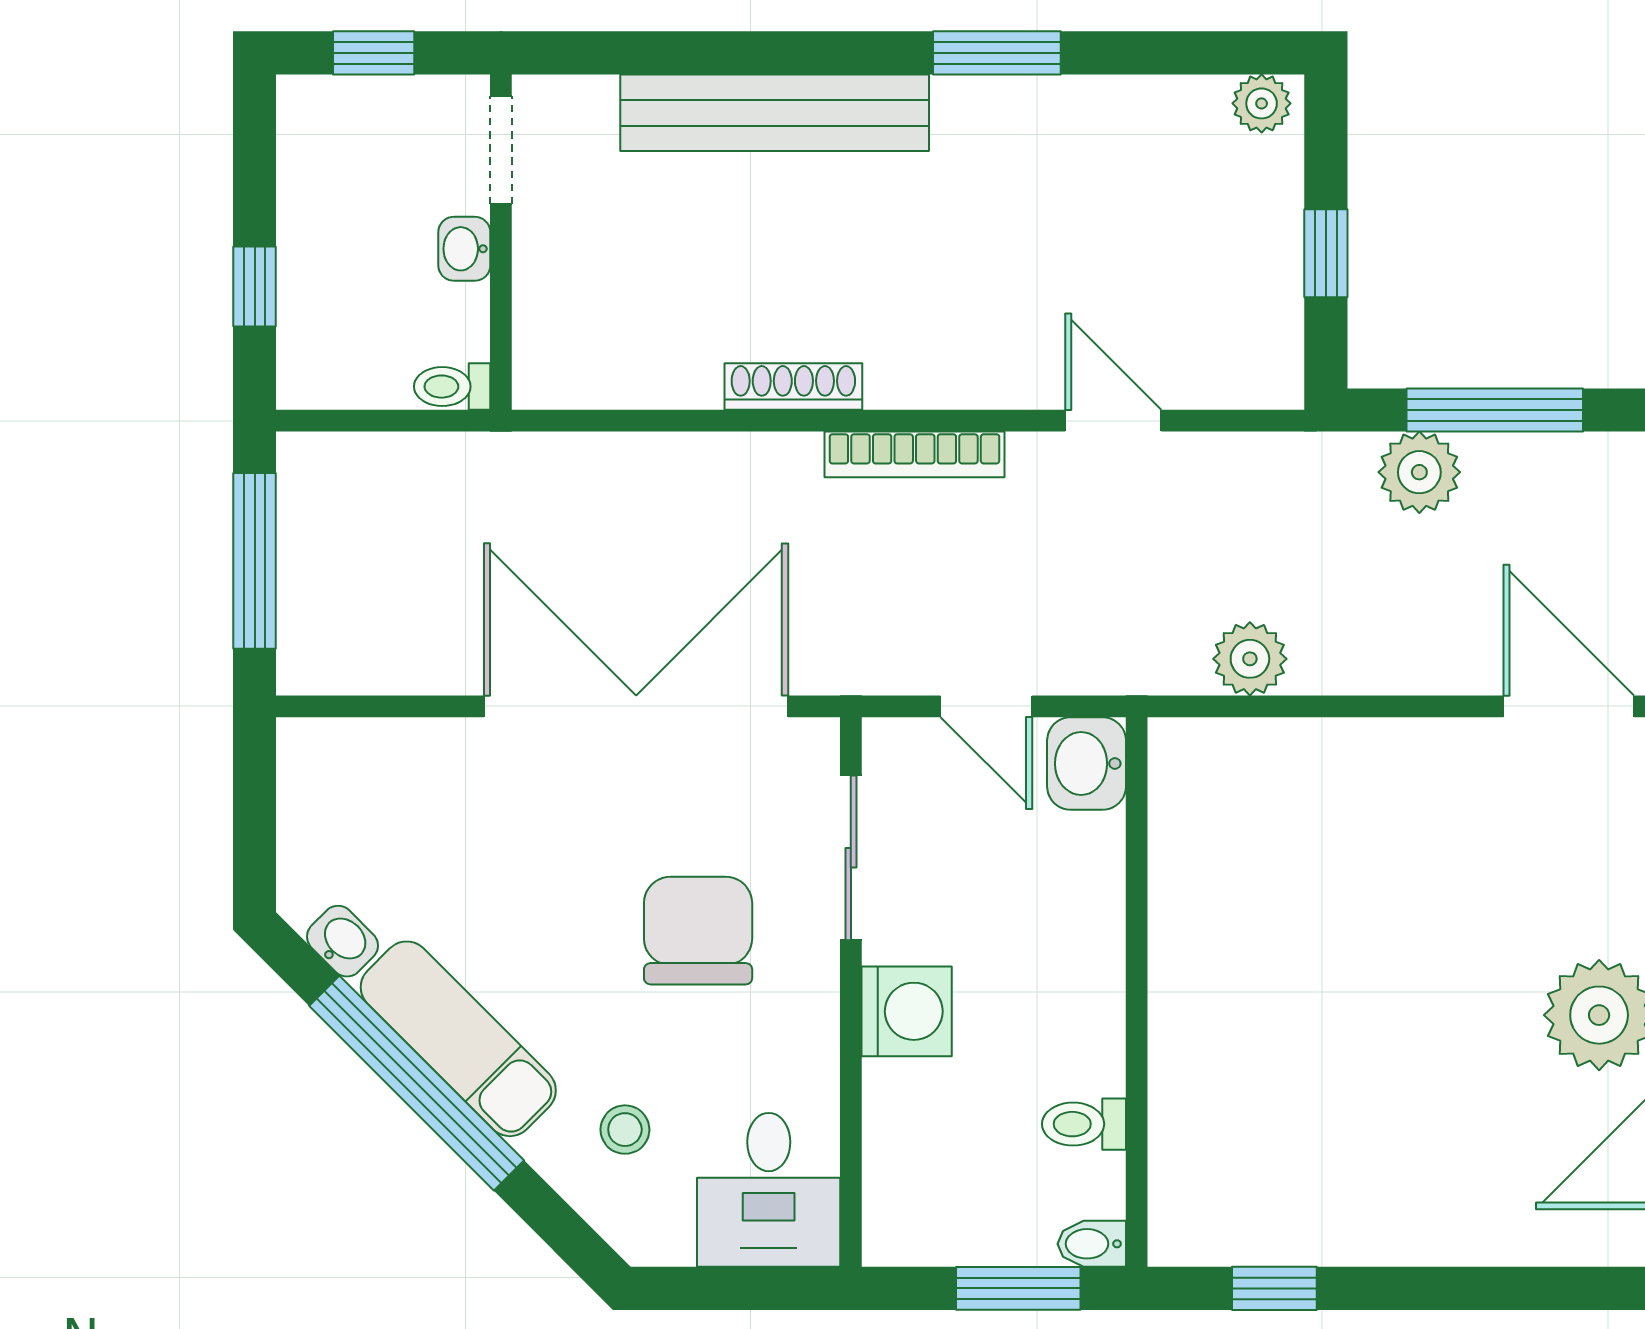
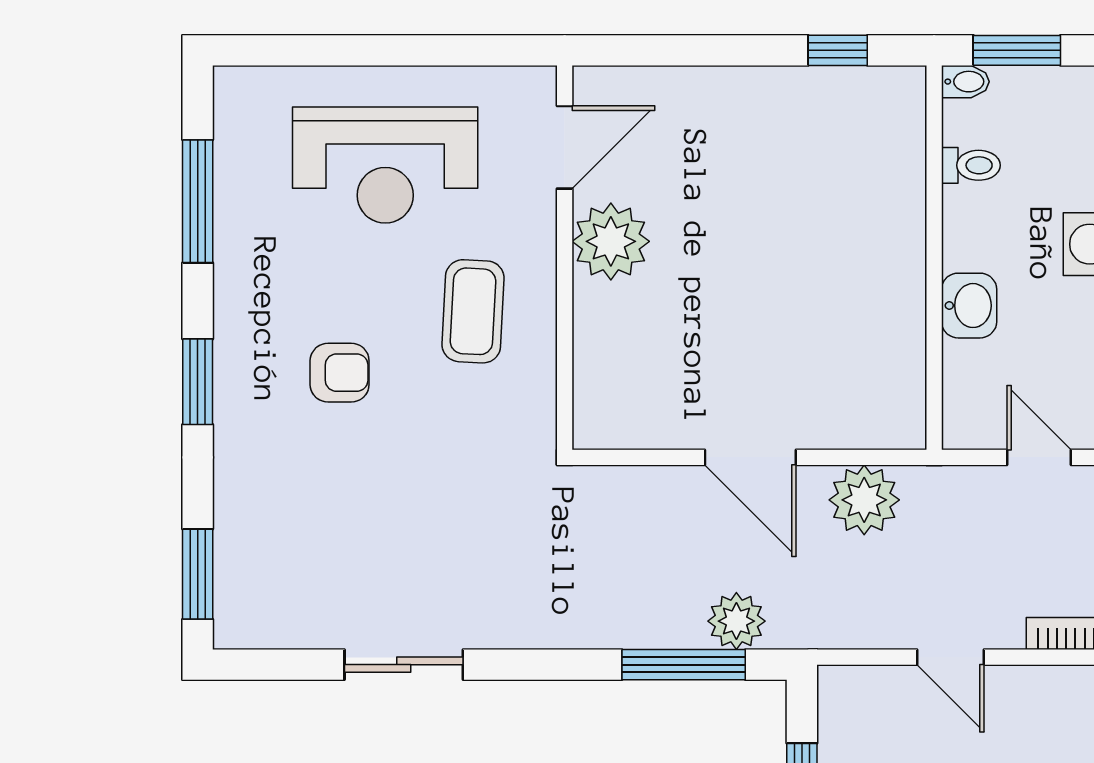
plant: (1250, 659) -> (864, 500), width x1.36, depth x1.36
door: (1569, 706) -> (750, 457), moved
washbasin: (1087, 764) -> (969, 306), moved

